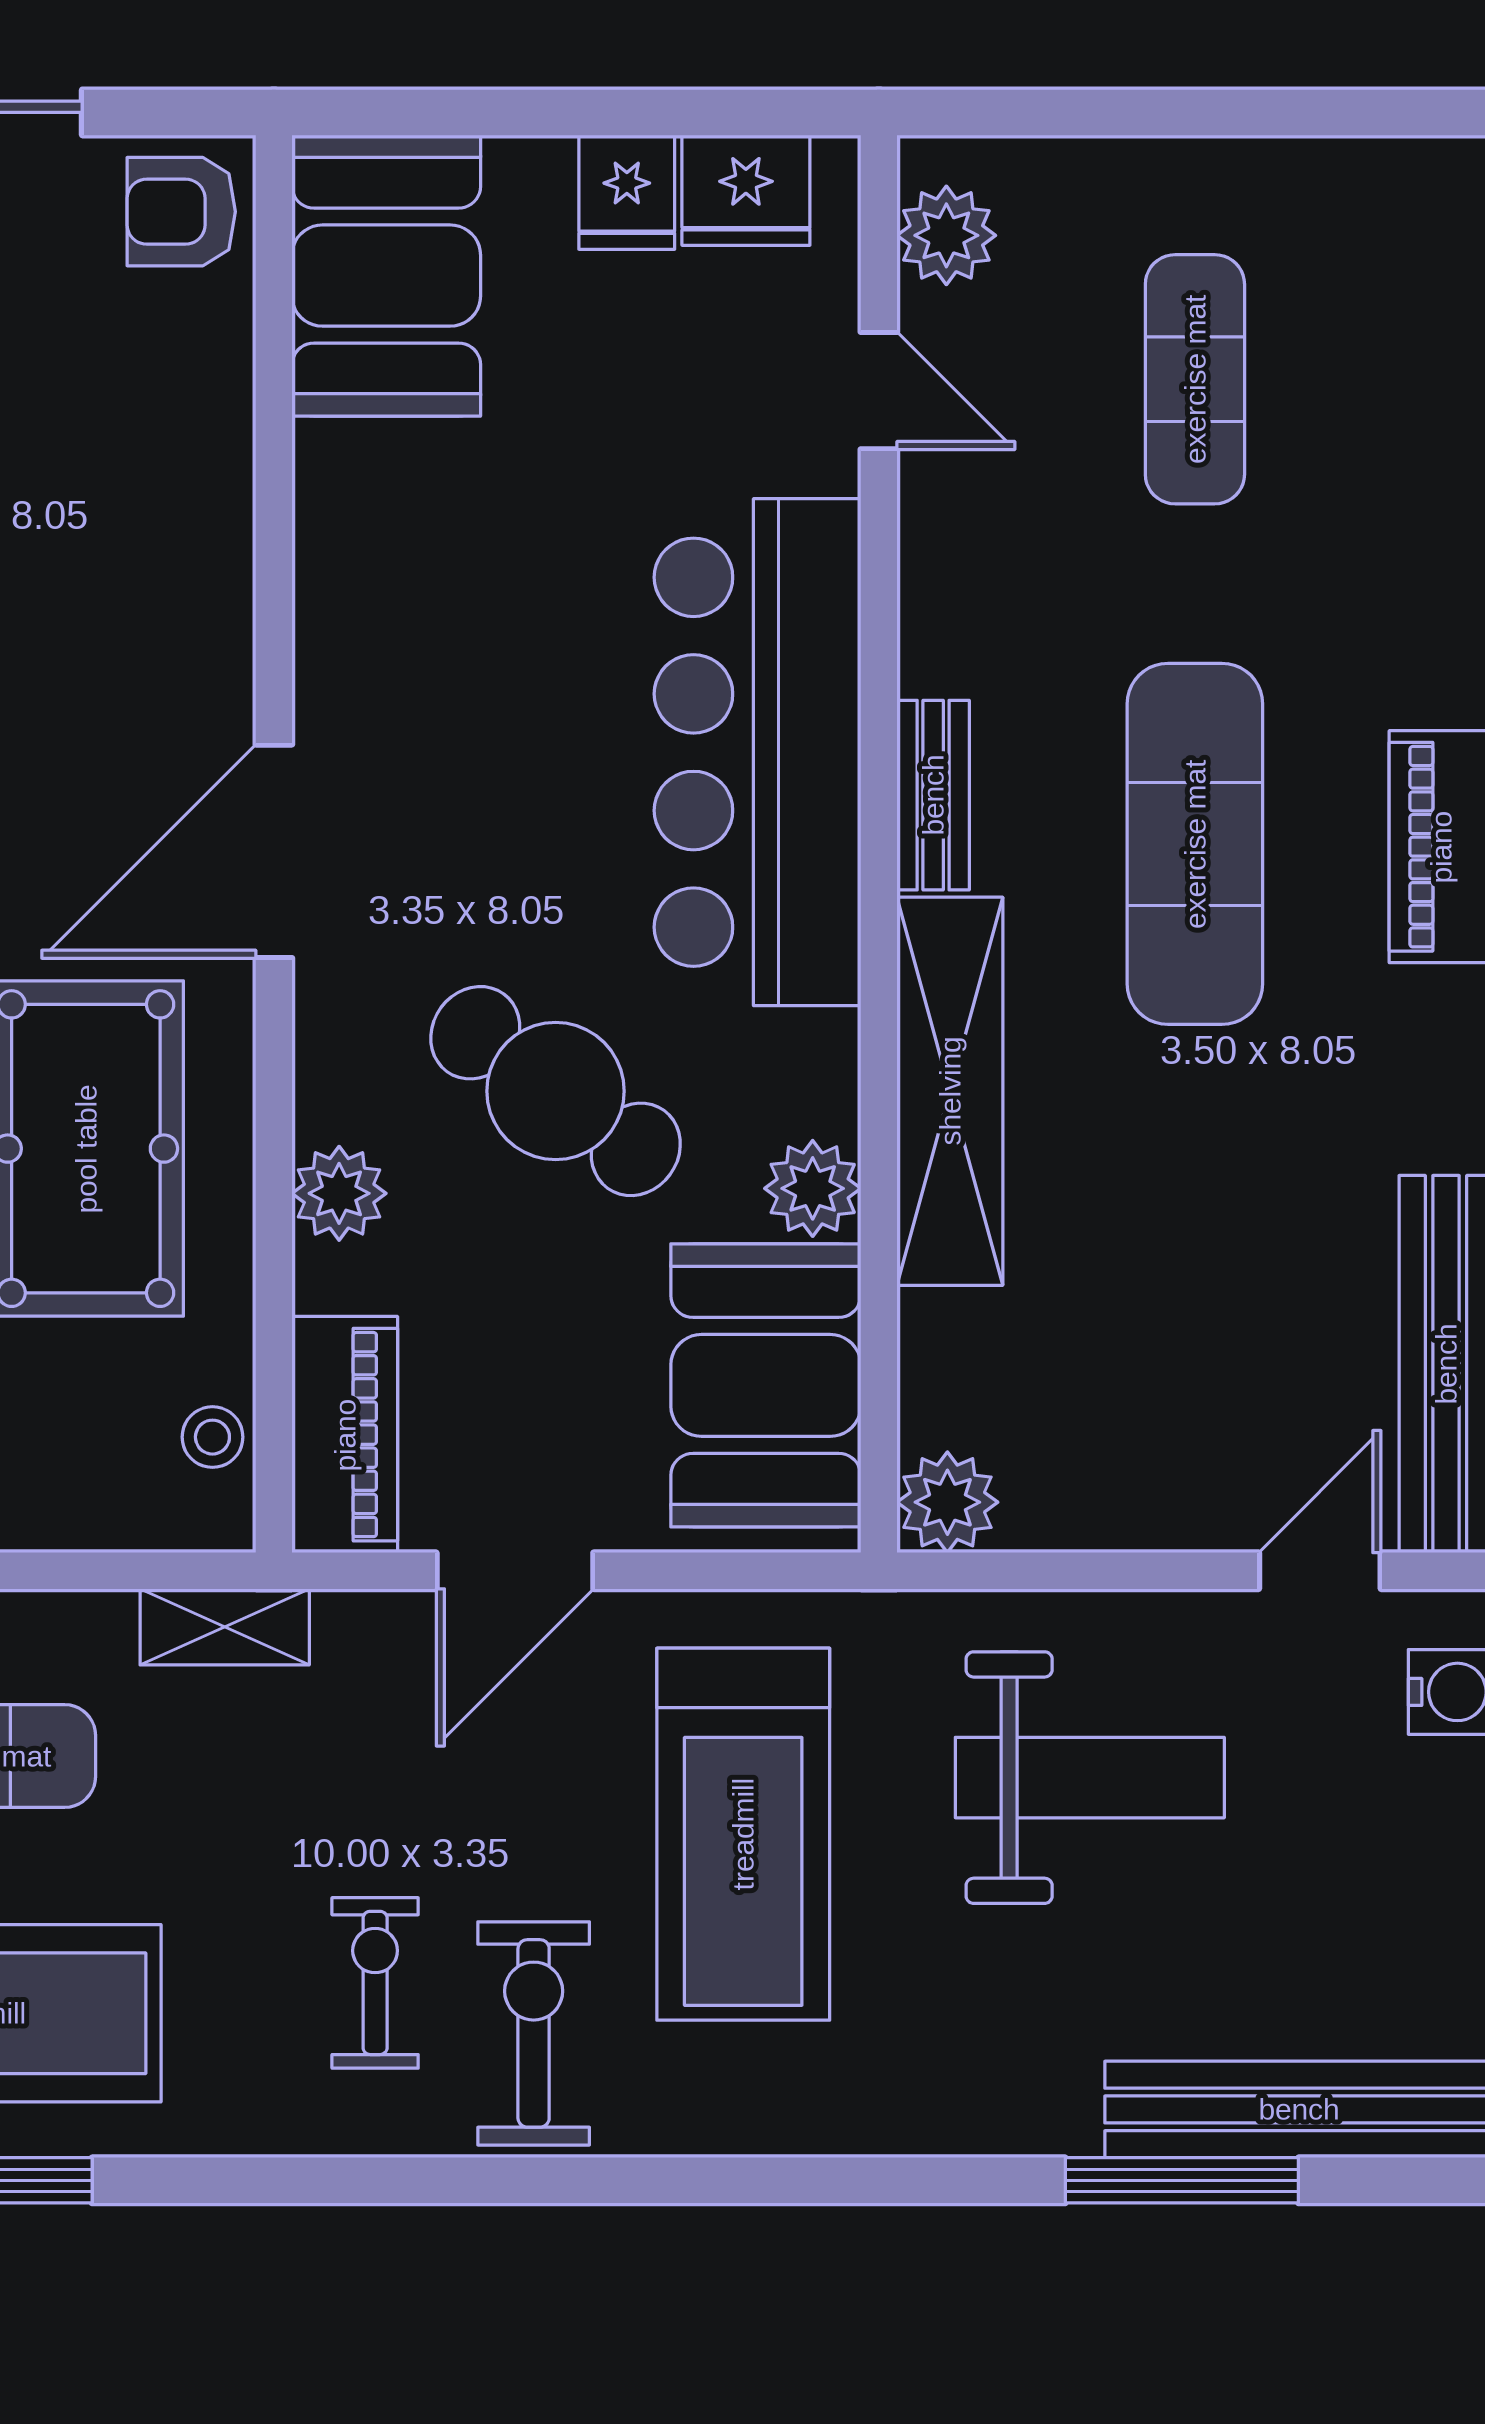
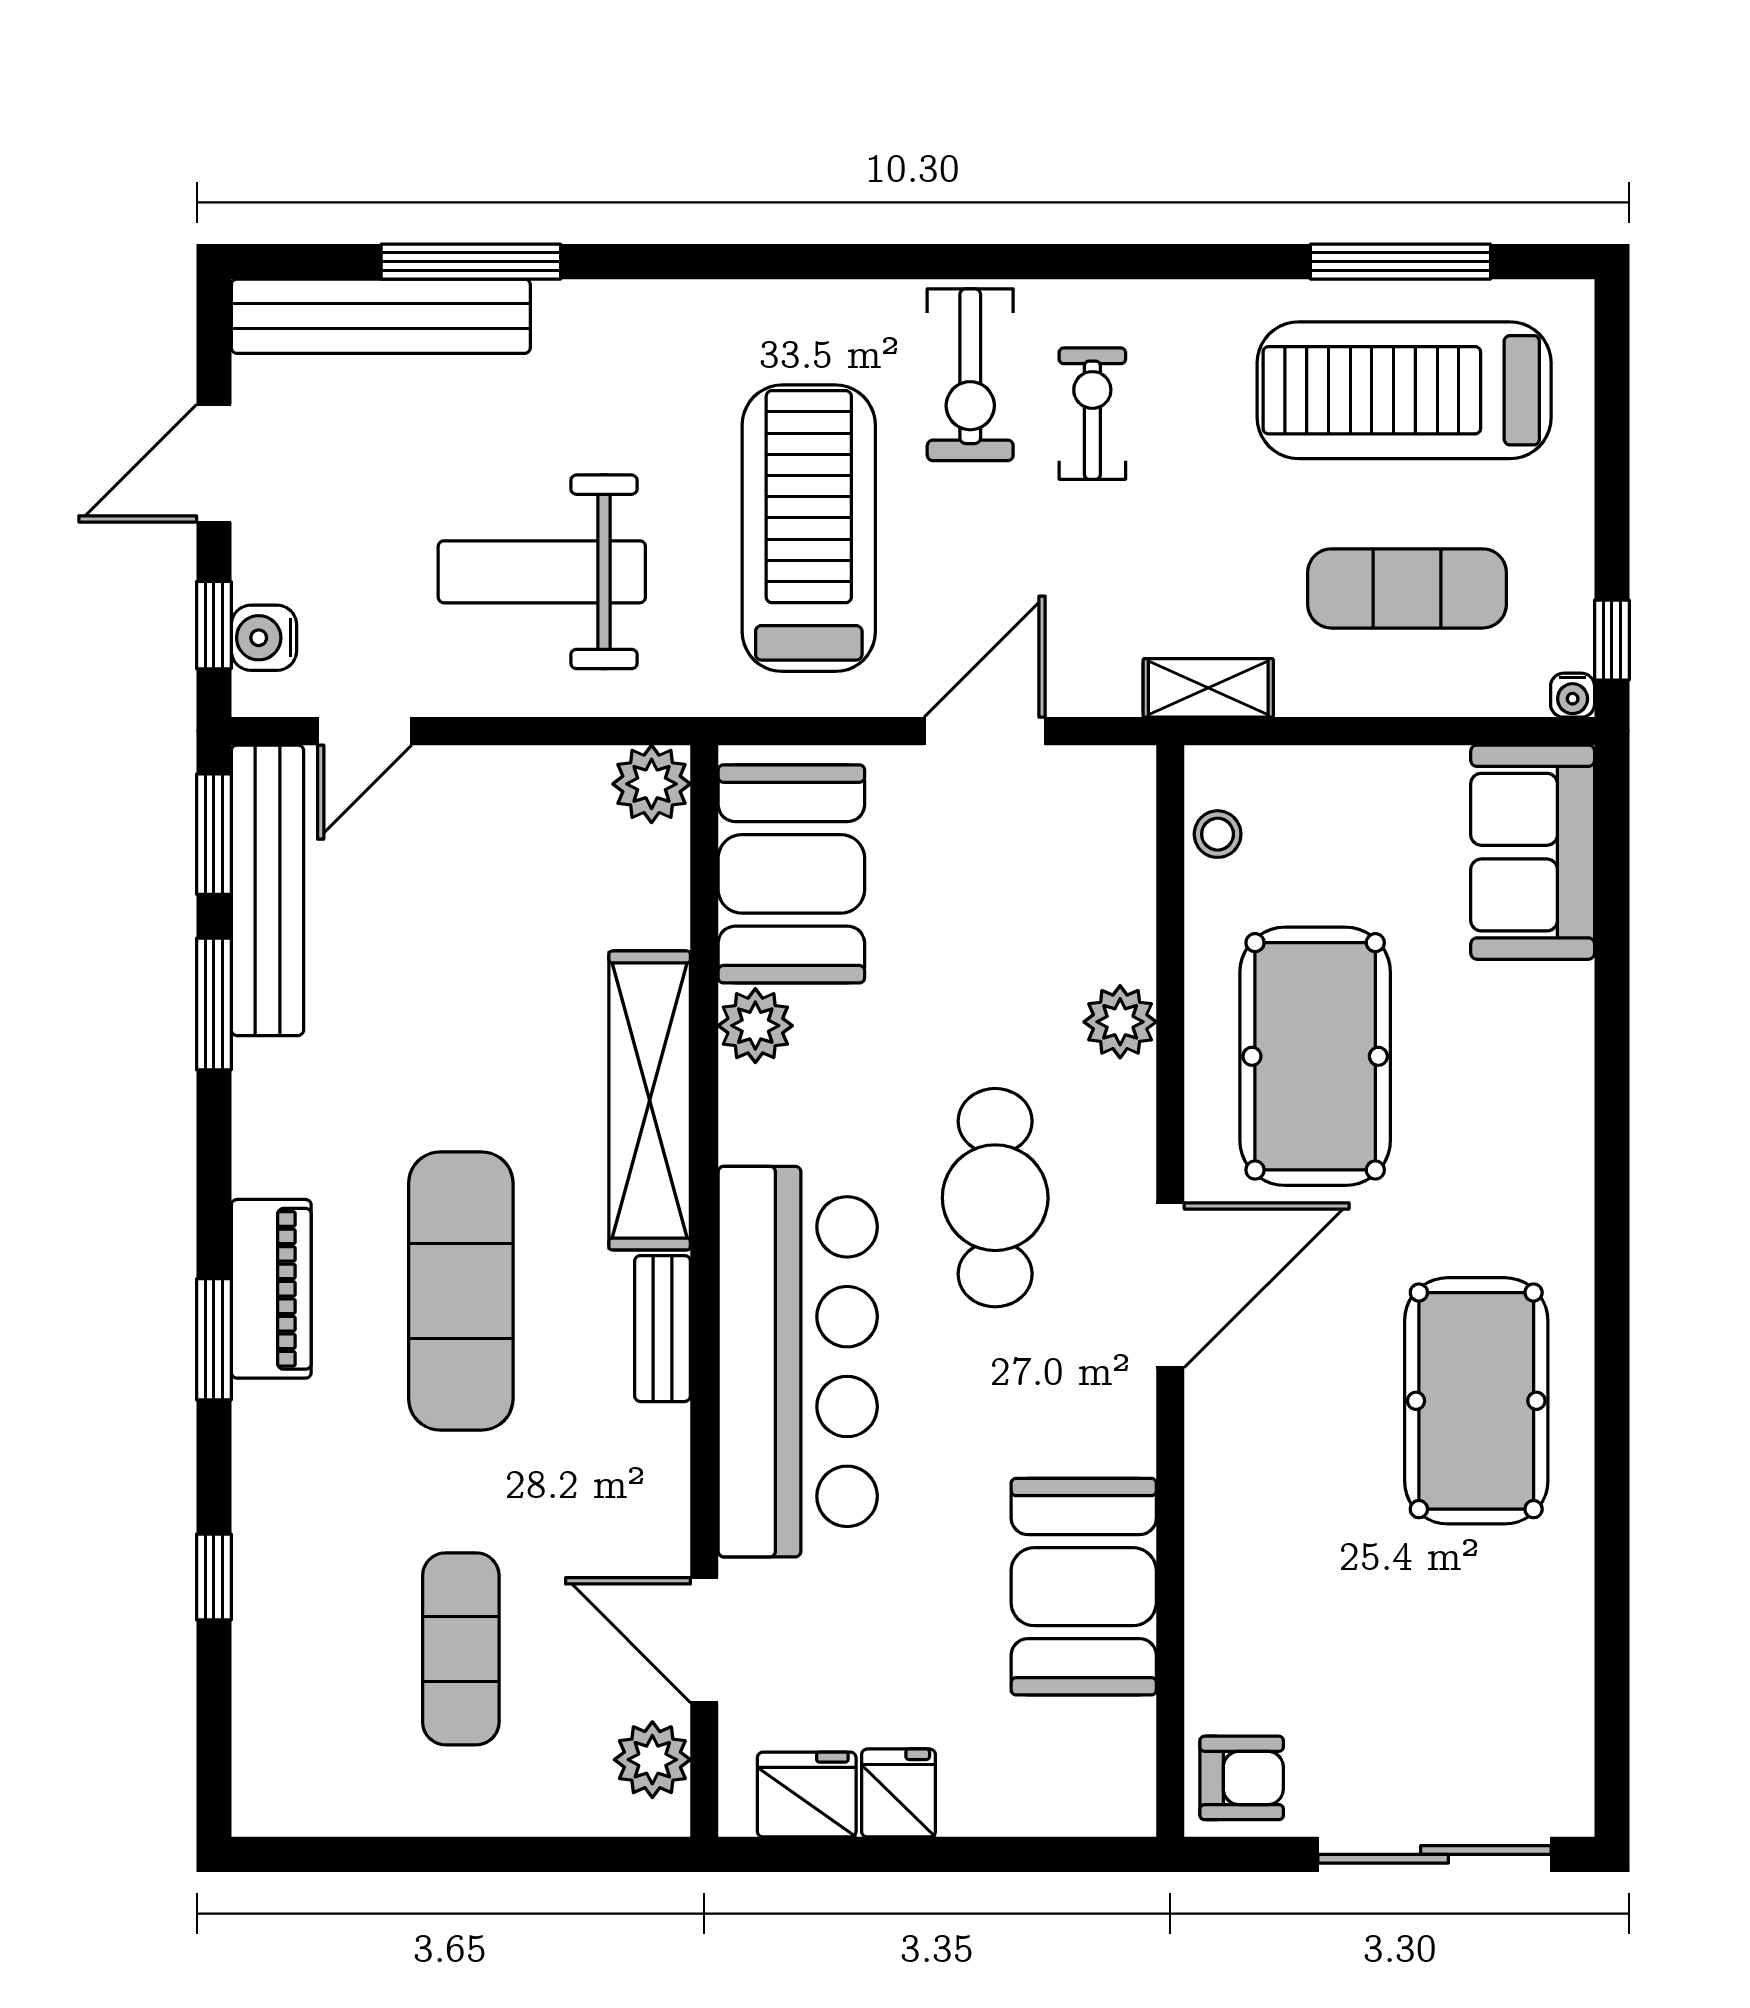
booth: (386, 276) -> (1084, 1587), moved
door: (879, 391) -> (704, 1640), width x1.38
cafe table: (556, 1091) -> (995, 1198), moved, turned 54
piano: (345, 1435) -> (1116, 836), removed
exercise bike: (375, 1983) -> (1092, 414), turned 180

